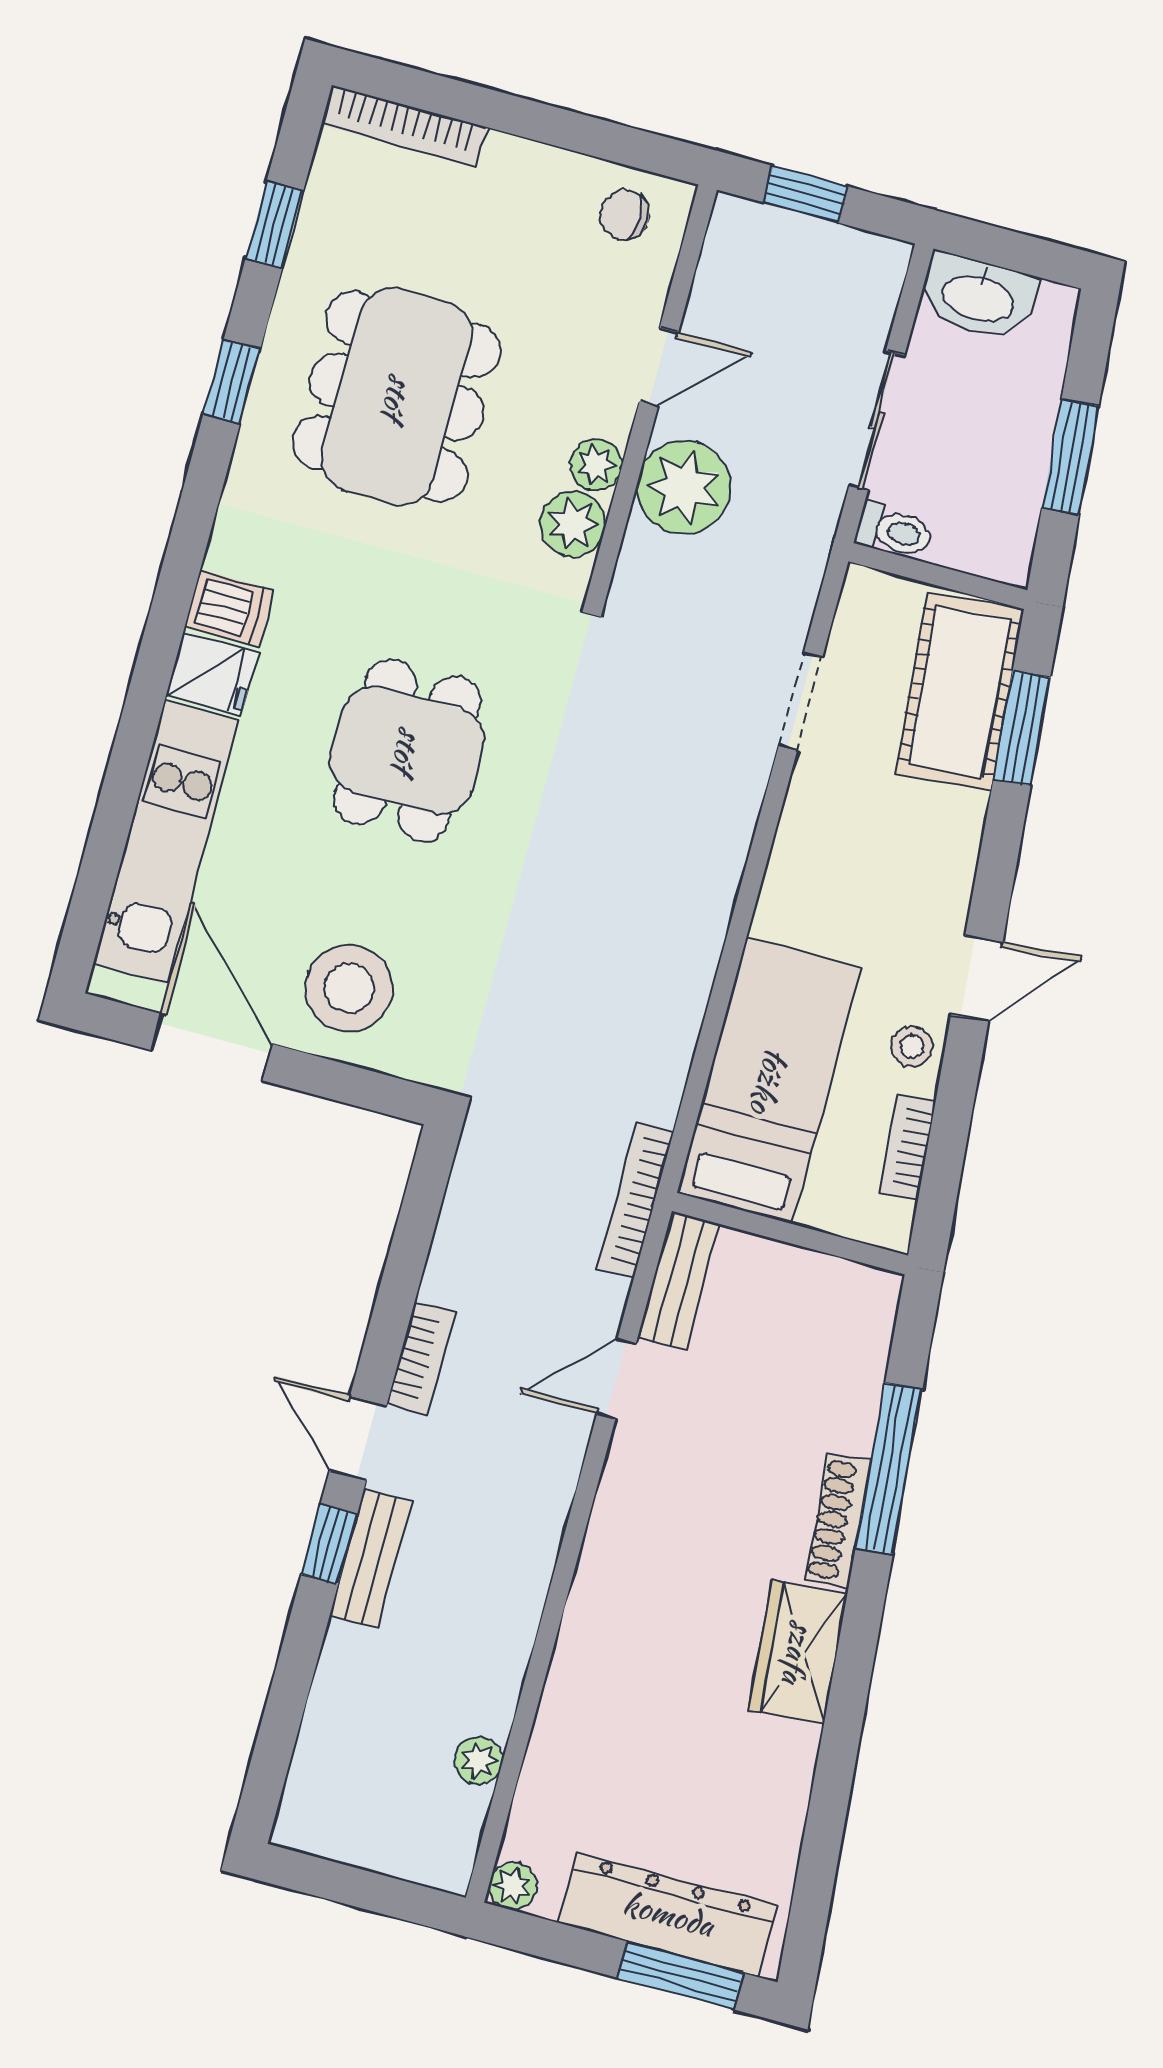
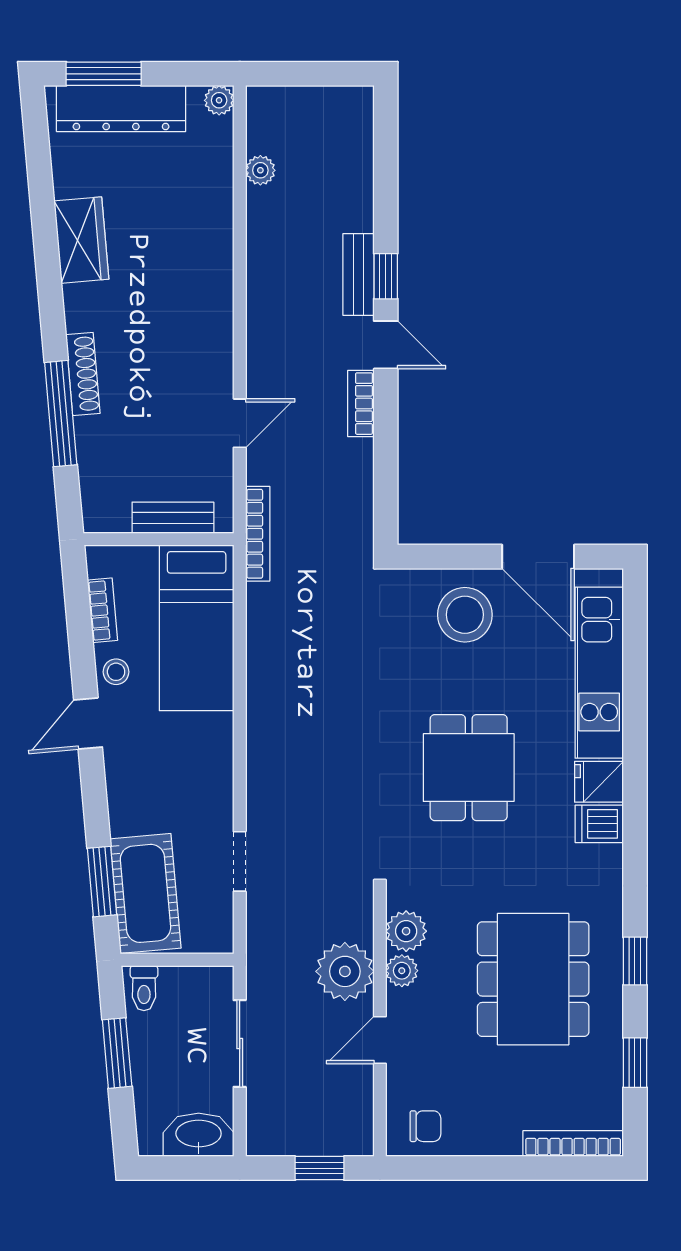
toilet: (894, 531) -> (144, 988), moved, turned -90
bench: (679, 1281) -> (173, 518), moved, turned 90
wardrobe: (798, 1652) -> (81, 240), moved

